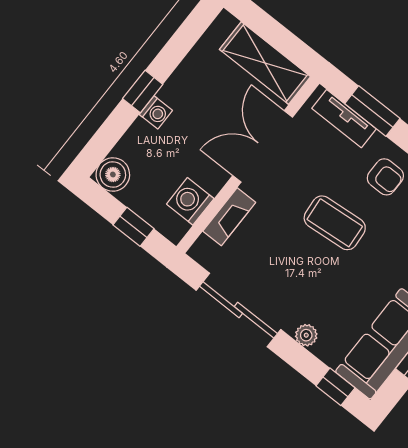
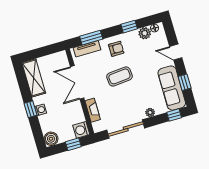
shelving: (265, 63) -> (34, 78), moved, turned 90
washing machine: (190, 201) -> (81, 130), moved

